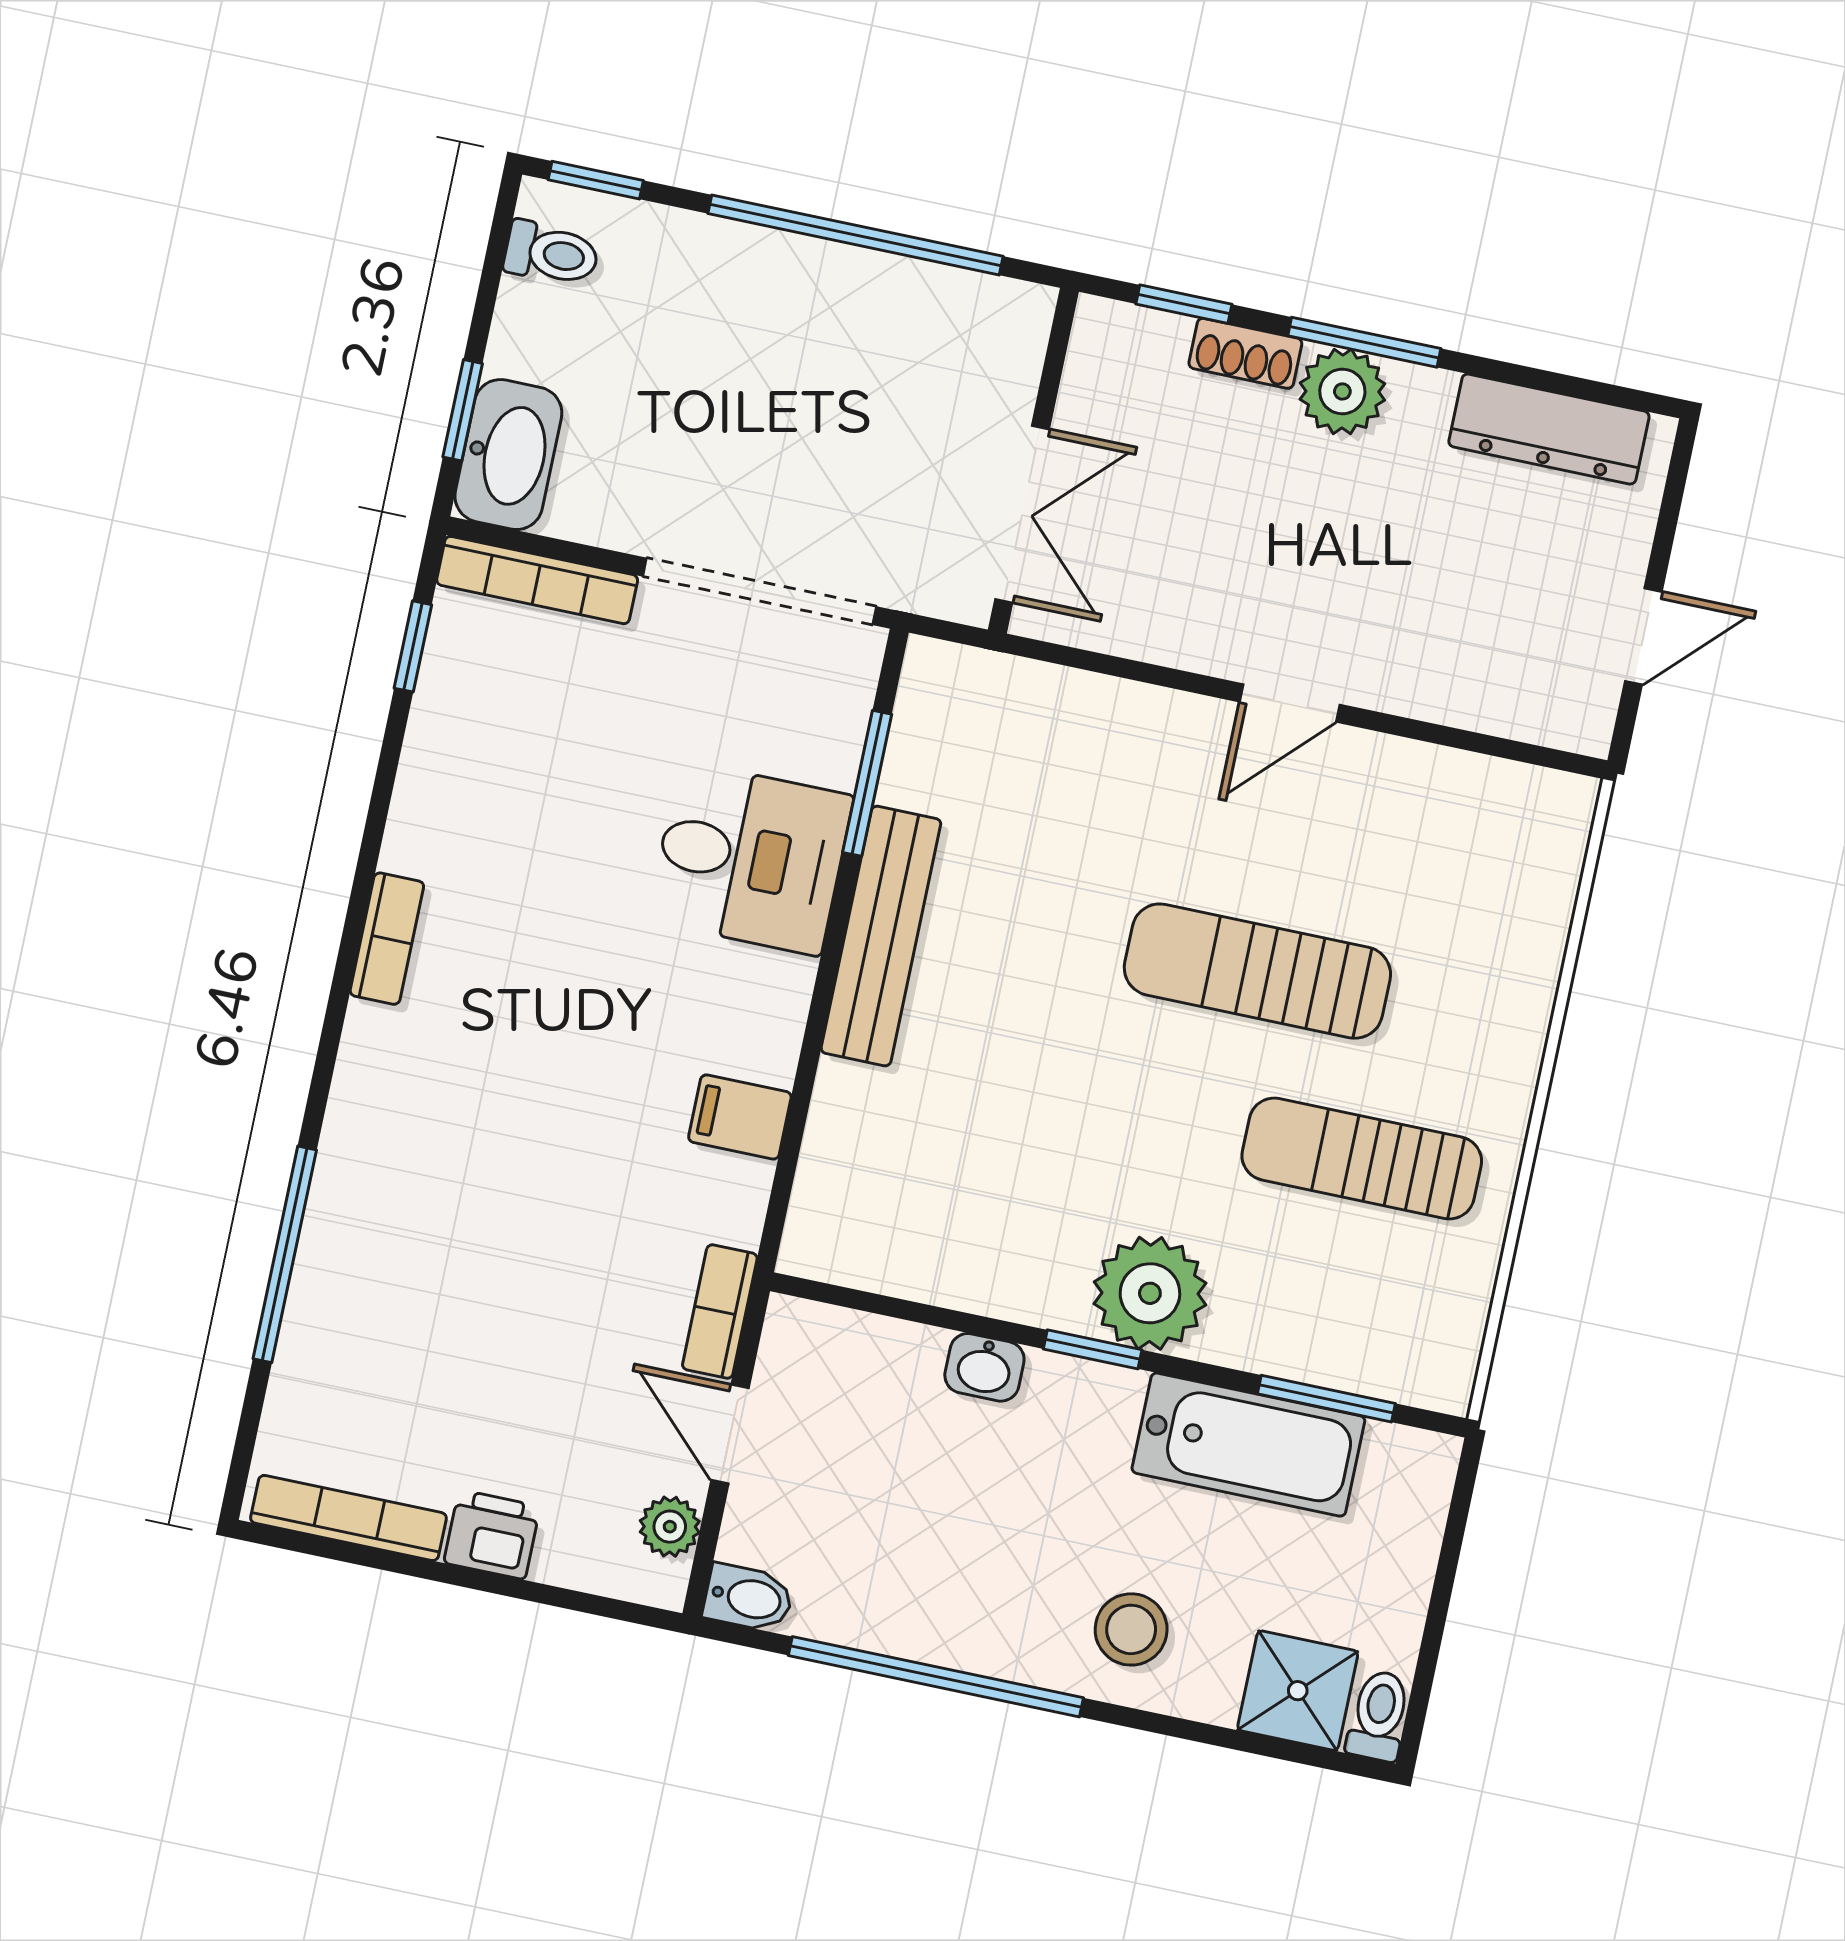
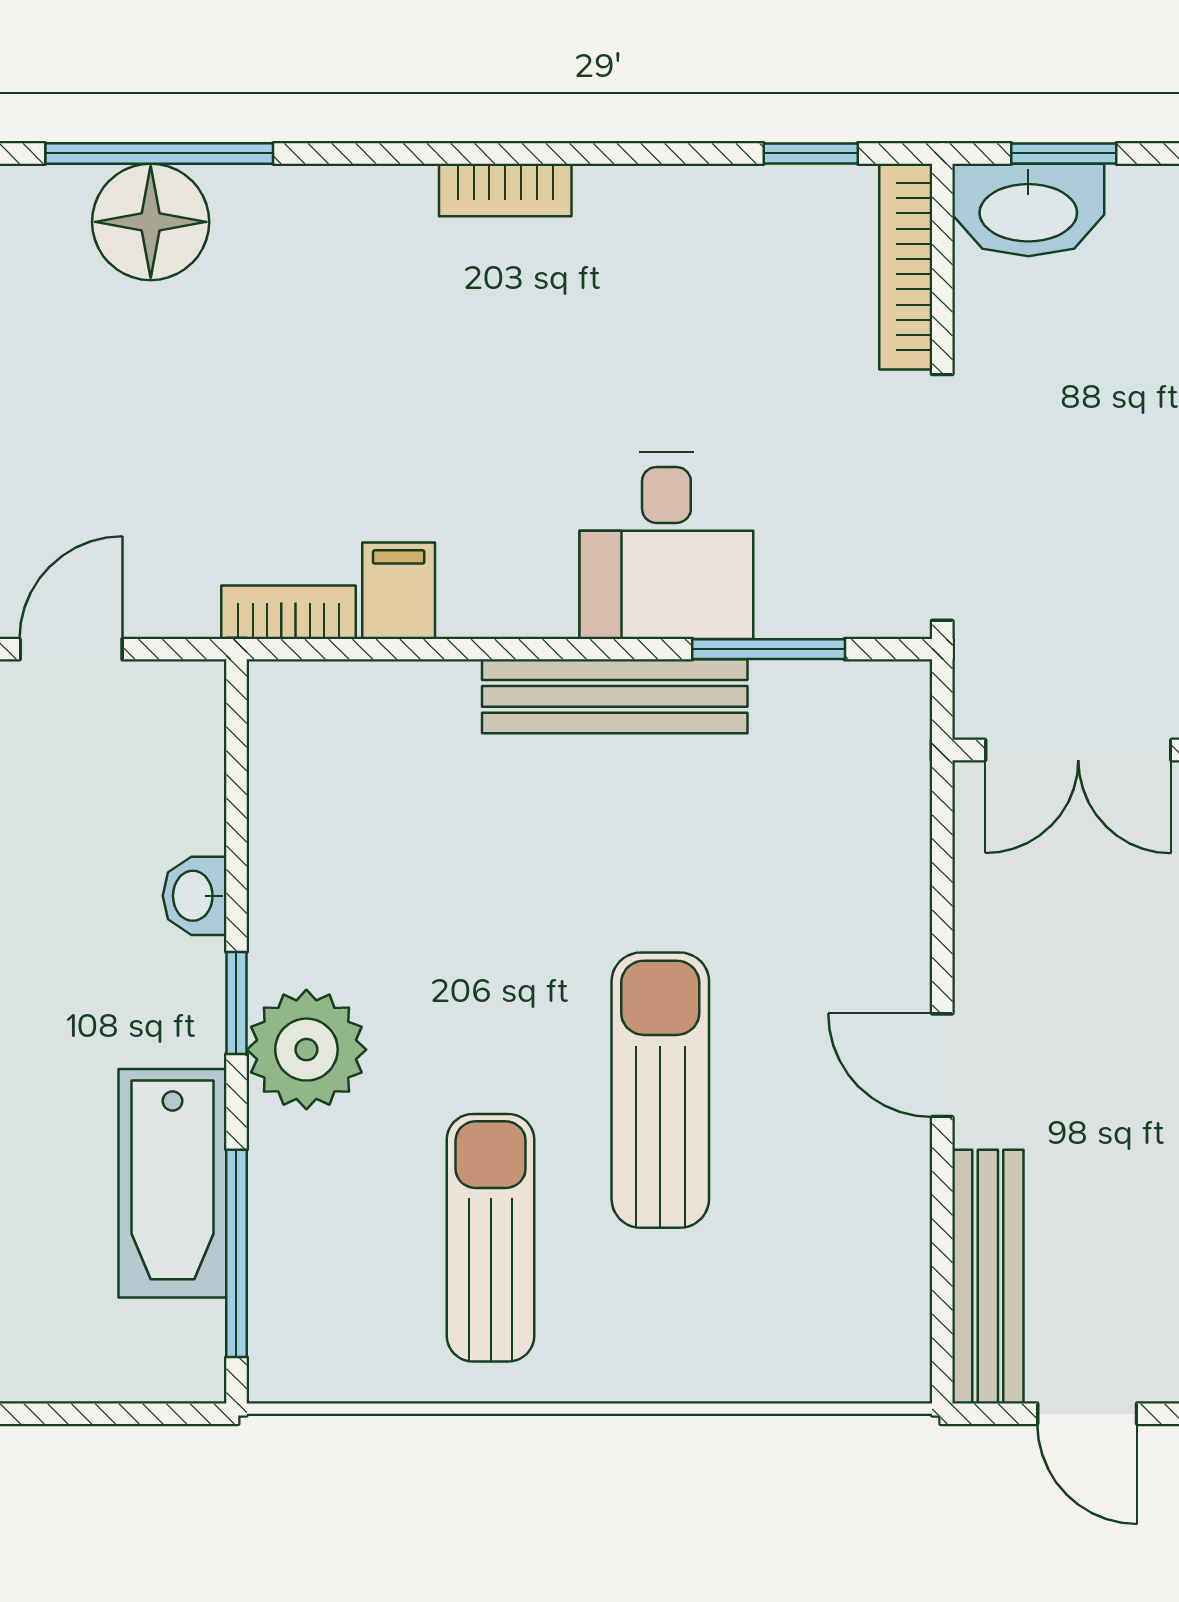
bench: (1496, 702) -> (988, 1277), added
floor lamp: (347, 1276) -> (151, 222), added
bookcase: (720, 1312) -> (289, 612), moved
window: (1326, 1399) -> (236, 1253), width x1.44

